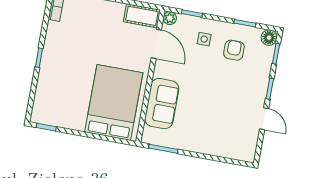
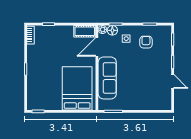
floor lamp: (269, 38) -> (112, 30), moved
door: (156, 44) -> (97, 47), swing flipped
sofa: (162, 104) -> (107, 78), width x1.36

